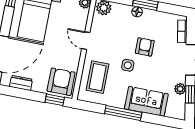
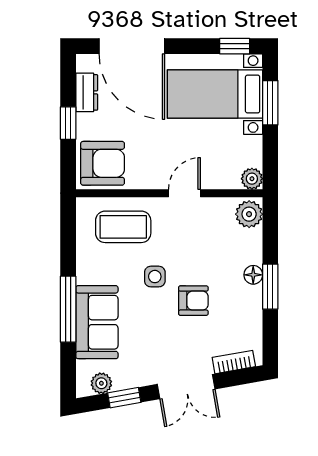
plant: (180, 89) -> (101, 383), moved
window: (55, 100) -> (68, 123), moved
window: (123, 113) -> (68, 309), moved

